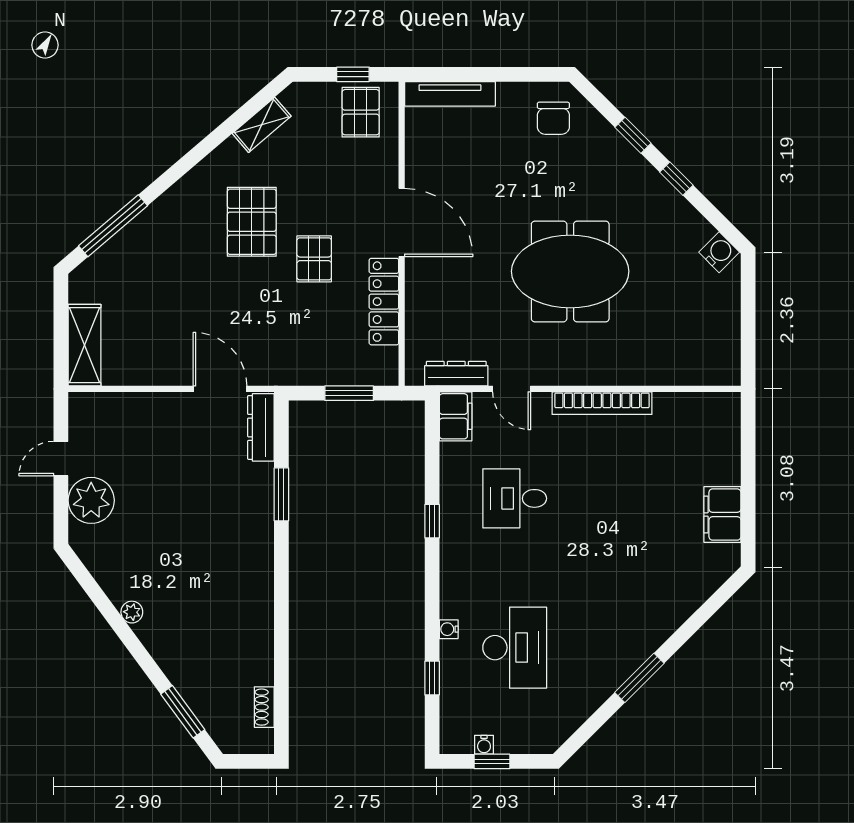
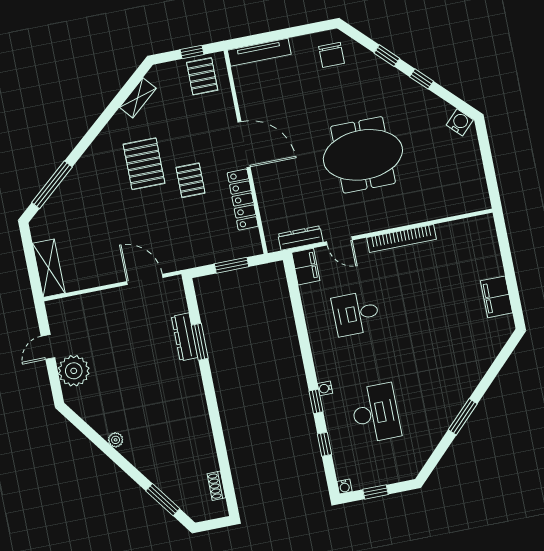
dresser: (261, 427) -> (185, 337), moved
window: (432, 521) -> (316, 401), moved
water cooler: (449, 629) -> (325, 388), moved
water cooler: (484, 745) -> (344, 487), moved

